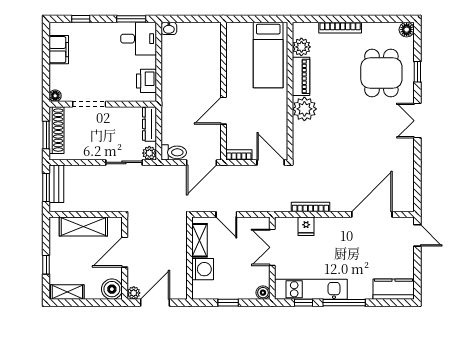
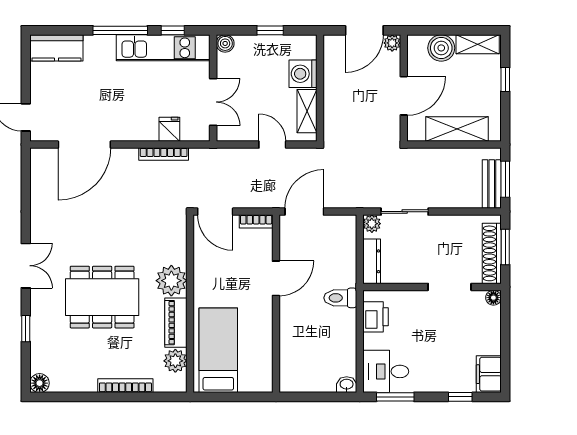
filing cabinet: (59, 50) -> (489, 374), moved
dining table: (381, 73) -> (102, 297), moved, width x1.38
toilet: (174, 152) -> (340, 298), moved
boiler: (112, 289) -> (441, 48), moved

